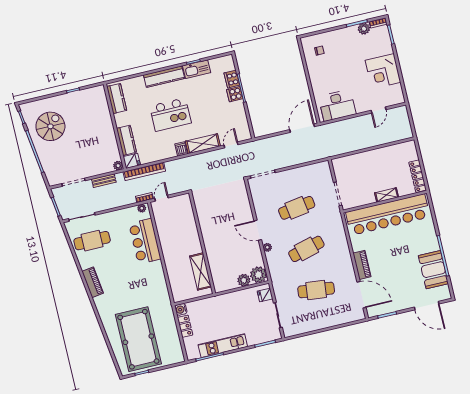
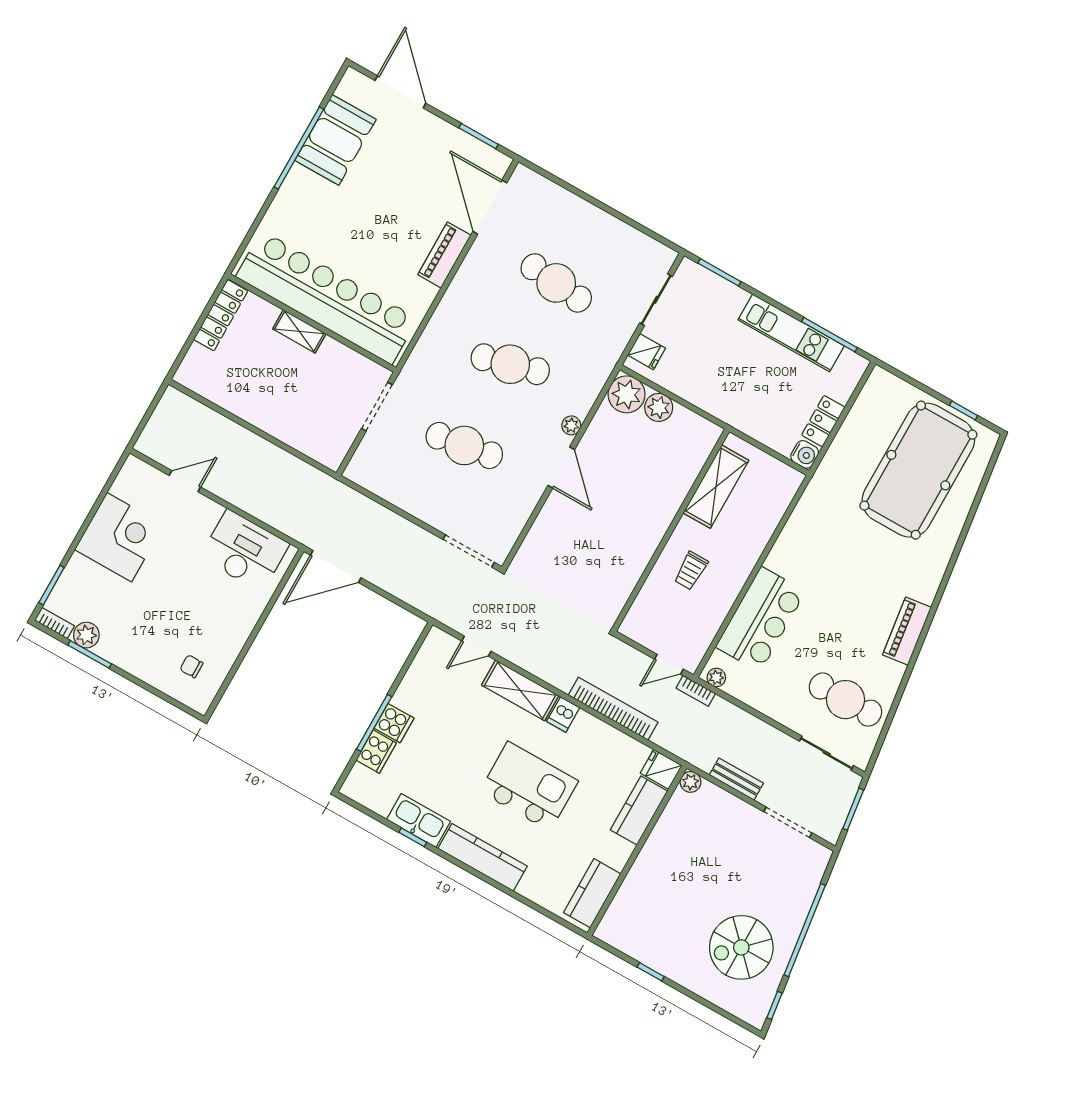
bookcase: (144, 171) -> (613, 709), moved
trolley: (183, 236) -> (691, 571), added

